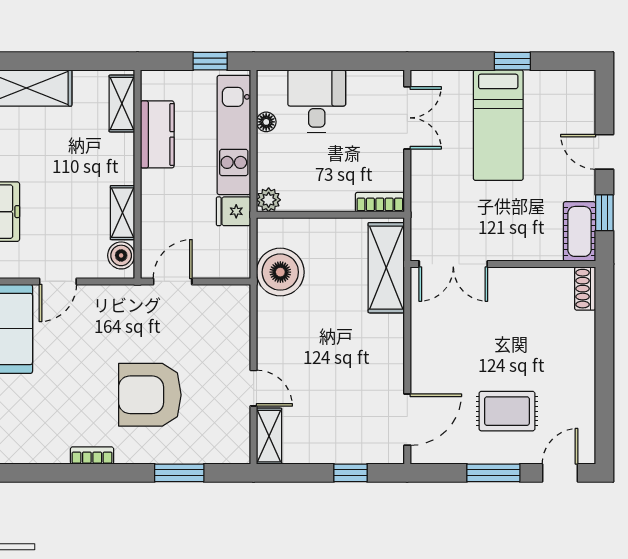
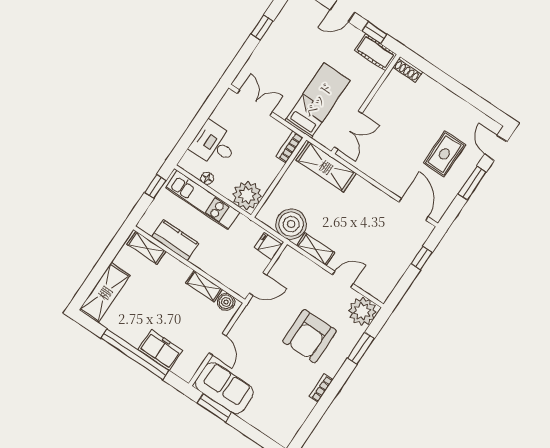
bed: (498, 125) -> (318, 100), moved, turned -90
plant: (269, 200) -> (247, 195), width x1.88, depth x1.88
fridge: (233, 211) -> (268, 246), moved, turned 90
door: (173, 281) -> (258, 284), swing flipped
shelving: (269, 436) -> (316, 249), moved
plant: (228, 442) -> (362, 311), added

